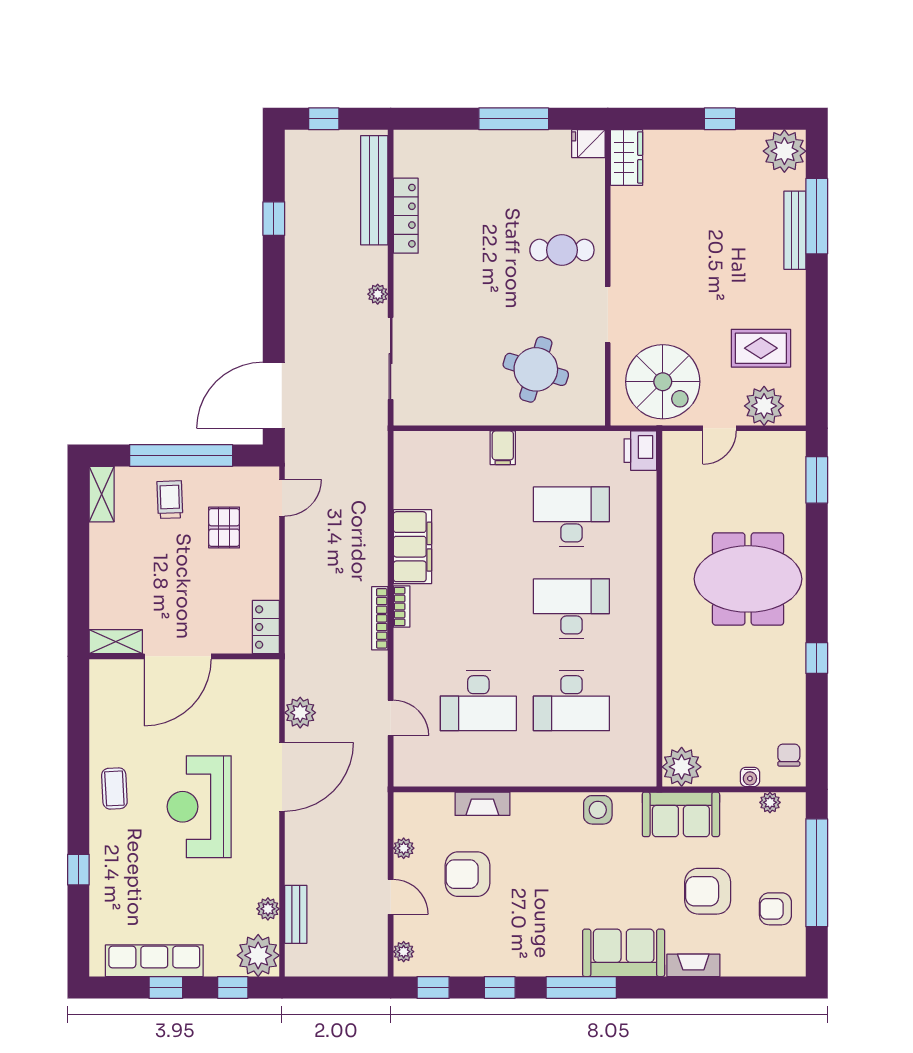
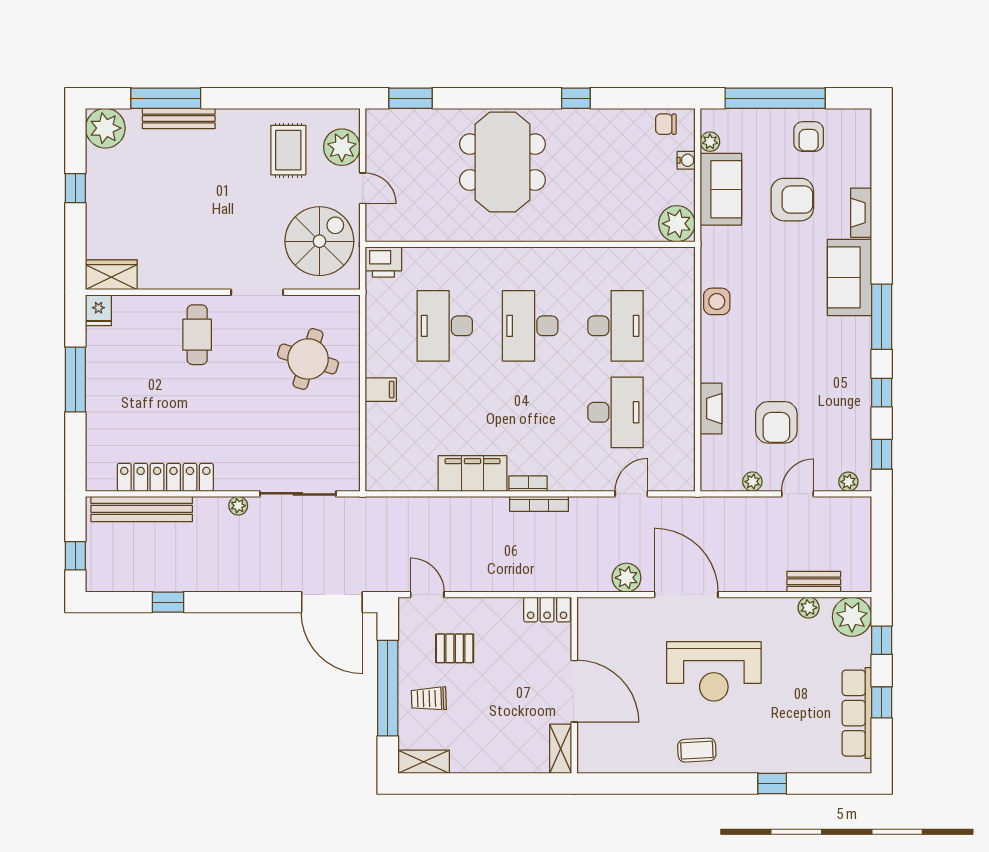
locker: (406, 216) -> (165, 477), width x1.41, depth x1.21
sofa: (681, 814) -> (721, 189), moved
armchair: (708, 891) -> (792, 200), turned -90

